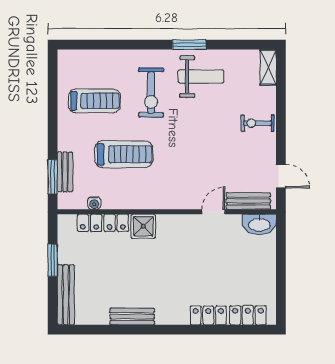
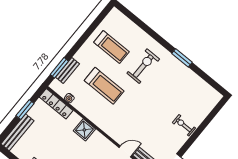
shelving: (268, 67) -> (212, 102), removed
weight bench: (201, 77) -> (175, 79), removed
exercise bike: (151, 93) -> (143, 66), turned 180
locker: (103, 223) -> (56, 104), moved

